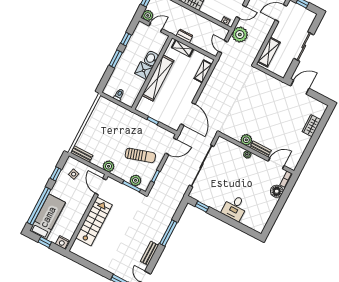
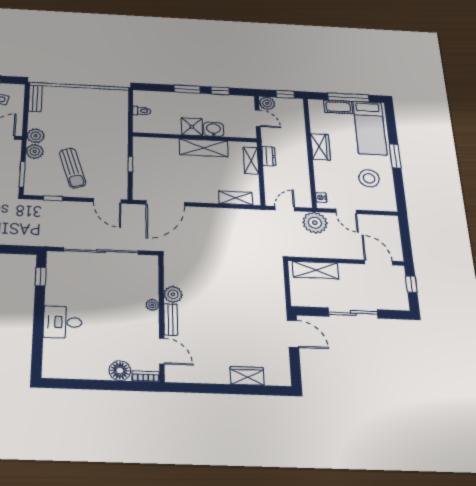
shelving: (158, 78) -> (204, 148), width x0.68
plant: (136, 180) -> (35, 151), moved

